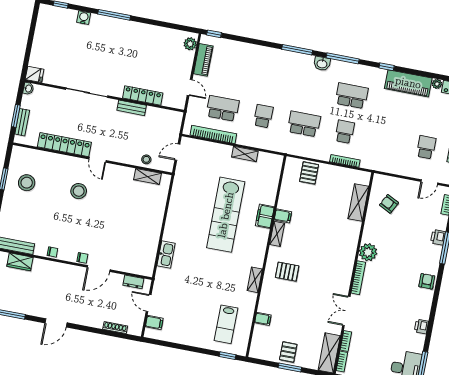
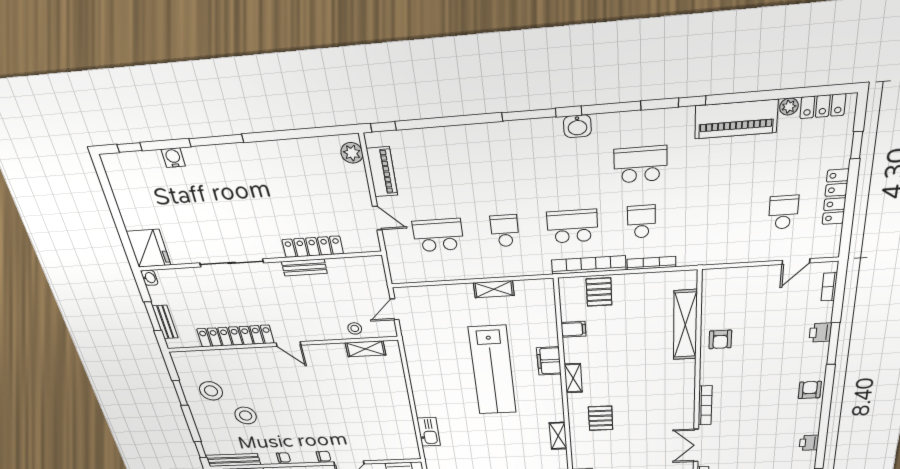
fridge: (35, 74) -> (149, 248), width x1.88, depth x1.34
bookcase: (213, 134) -> (589, 265), moved
stool: (79, 191) -> (246, 416), moved
shelving: (358, 203) -> (685, 325), width x1.47
armchair: (389, 204) -> (720, 339), moved, turned -117
filing cabinet: (283, 216) -> (573, 329), moved
plant: (368, 252) -> (713, 373), removed
pallet: (287, 272) -> (601, 418), turned 90

